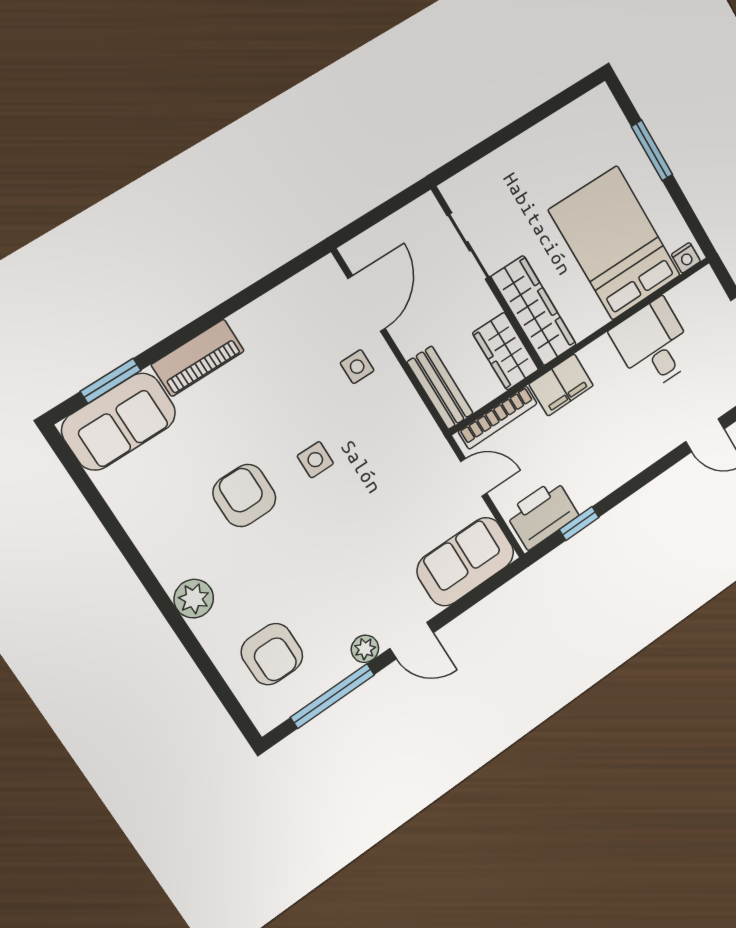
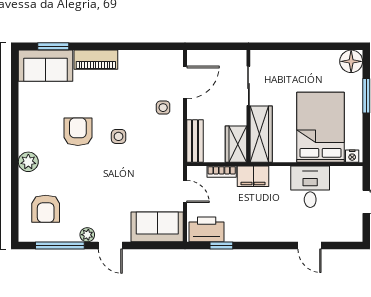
floor lamp: (599, 109) -> (351, 61), added
bookcase: (498, 418) -> (222, 172), width x0.64

